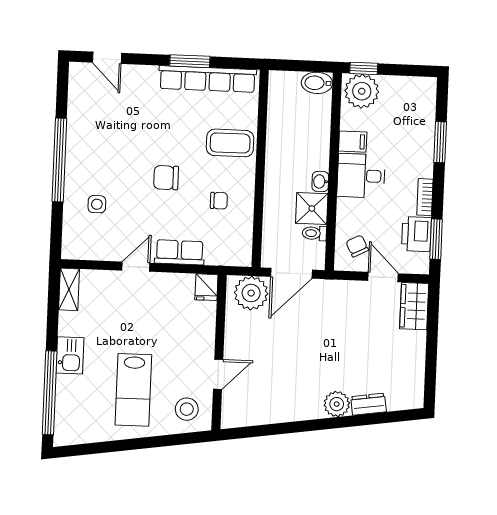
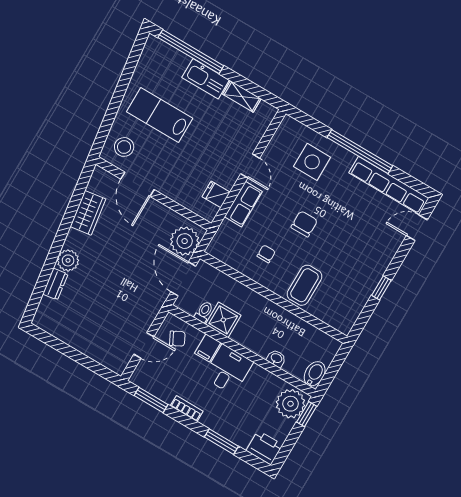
window: (190, 61) -> (381, 288), width x0.67
row of seats: (208, 79) -> (389, 185), moved, turned -90
filing cabinet: (353, 142) -> (208, 348), moved
washbasin: (320, 182) -> (276, 358), moved
chair: (219, 201) -> (266, 254), turned 180
side table: (97, 204) -> (312, 162), width x1.87, depth x1.87
printer: (416, 234) -> (264, 448), moved
fridge: (206, 287) -> (216, 194), moved
shelving: (69, 289) -> (242, 97), moved
wardrobe: (414, 306) -> (88, 213), moved, turned 82
kitchen sink: (70, 355) -> (206, 79), width x1.38
door: (218, 374) -> (137, 184), width x1.38

